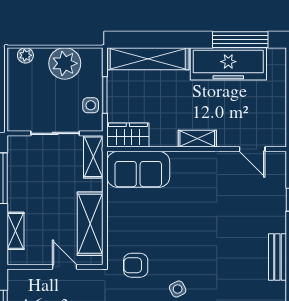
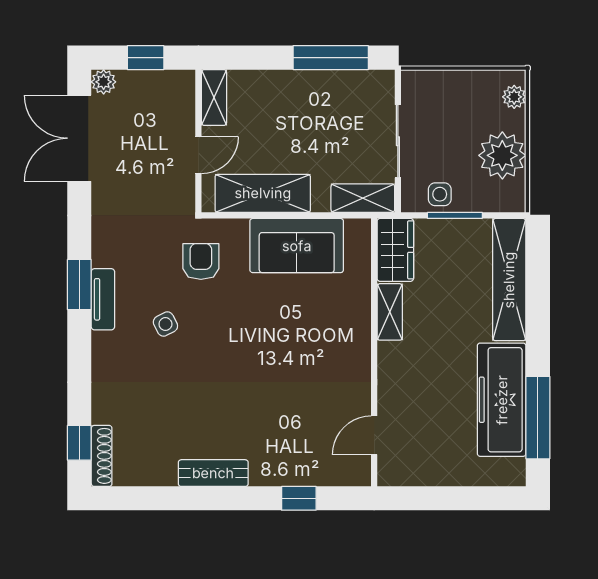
shelving: (197, 139) -> (390, 312), moved
sofa: (138, 169) -> (297, 246), moved, turned -90
shelving: (16, 231) -> (214, 97), moved, turned 90

